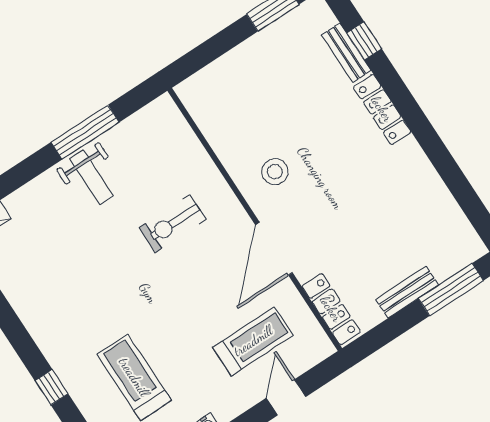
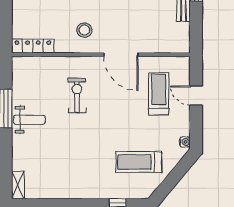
exercise bike: (173, 223) -> (77, 95), turned 180
locker: (331, 309) -> (33, 46), moved

